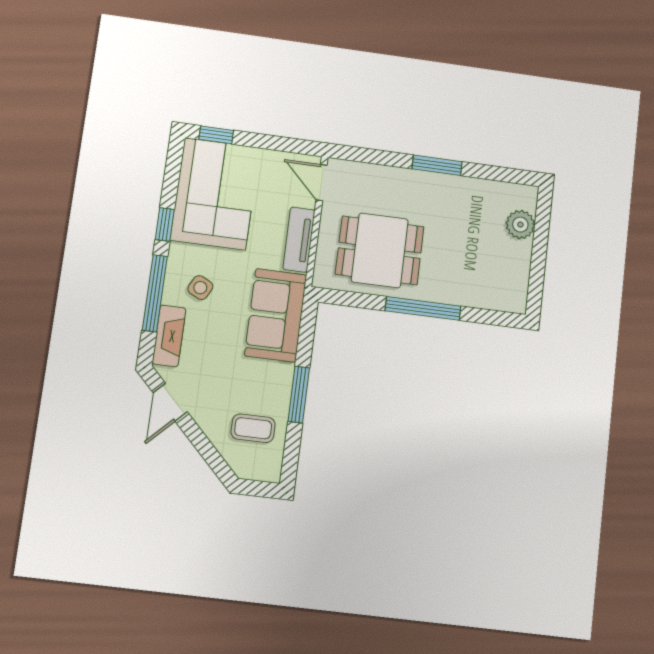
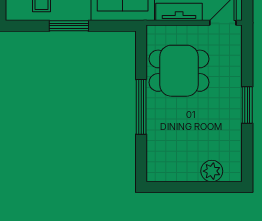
dining table: (380, 250) -> (179, 71), turned 90

